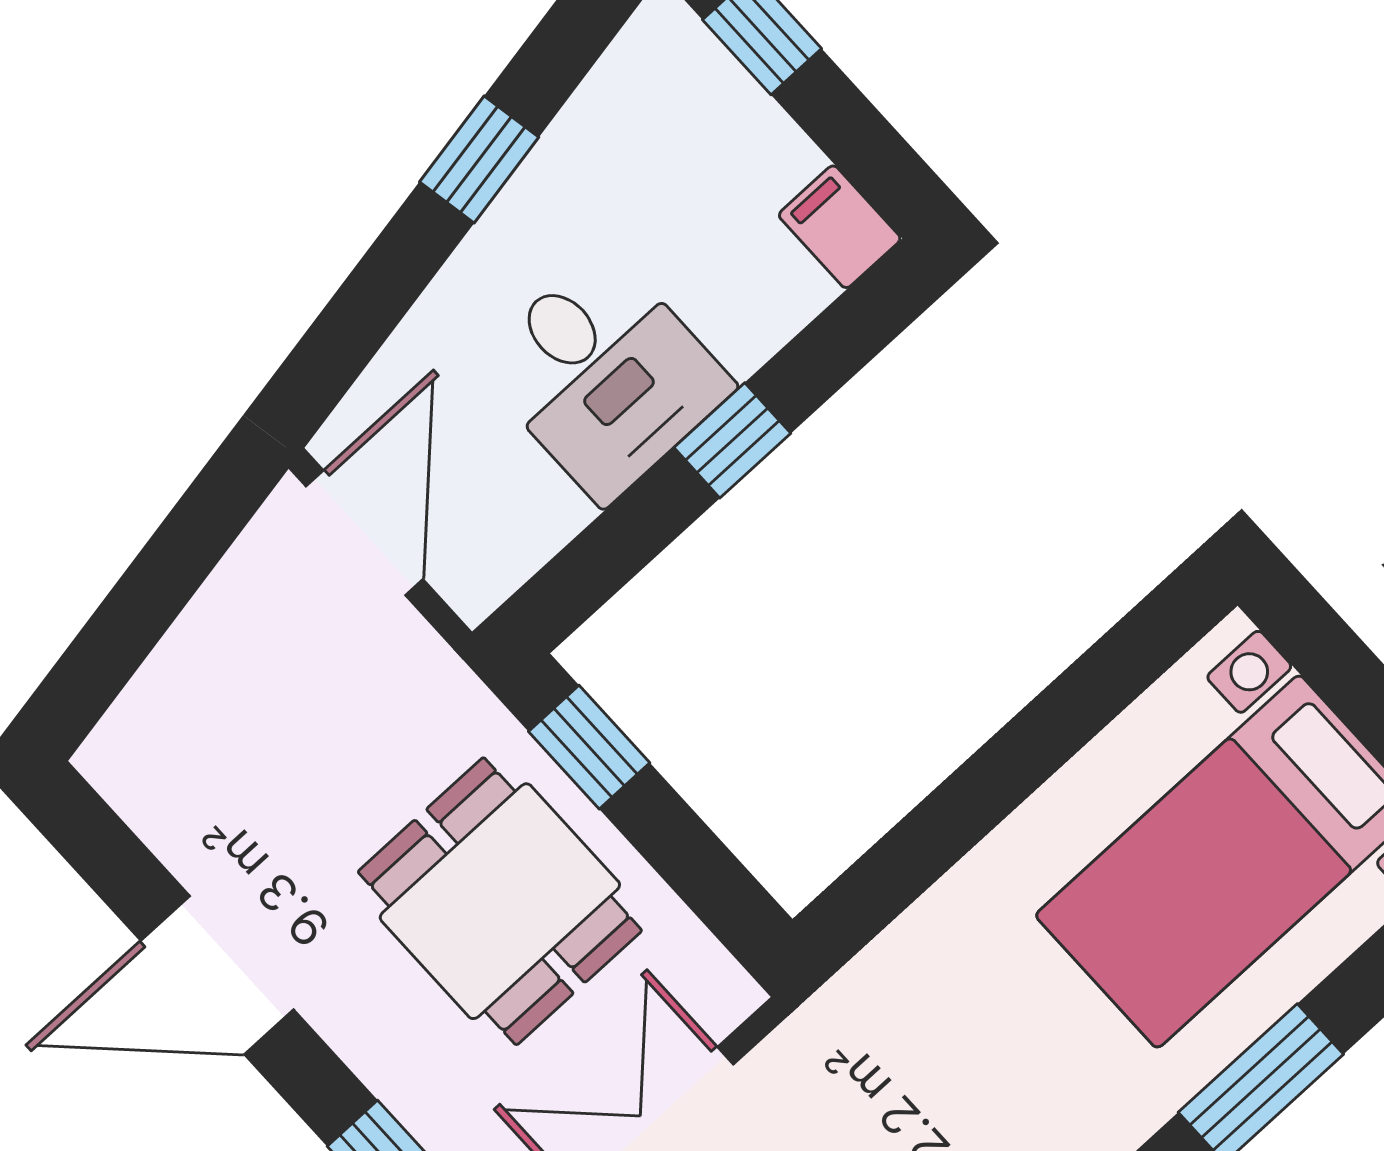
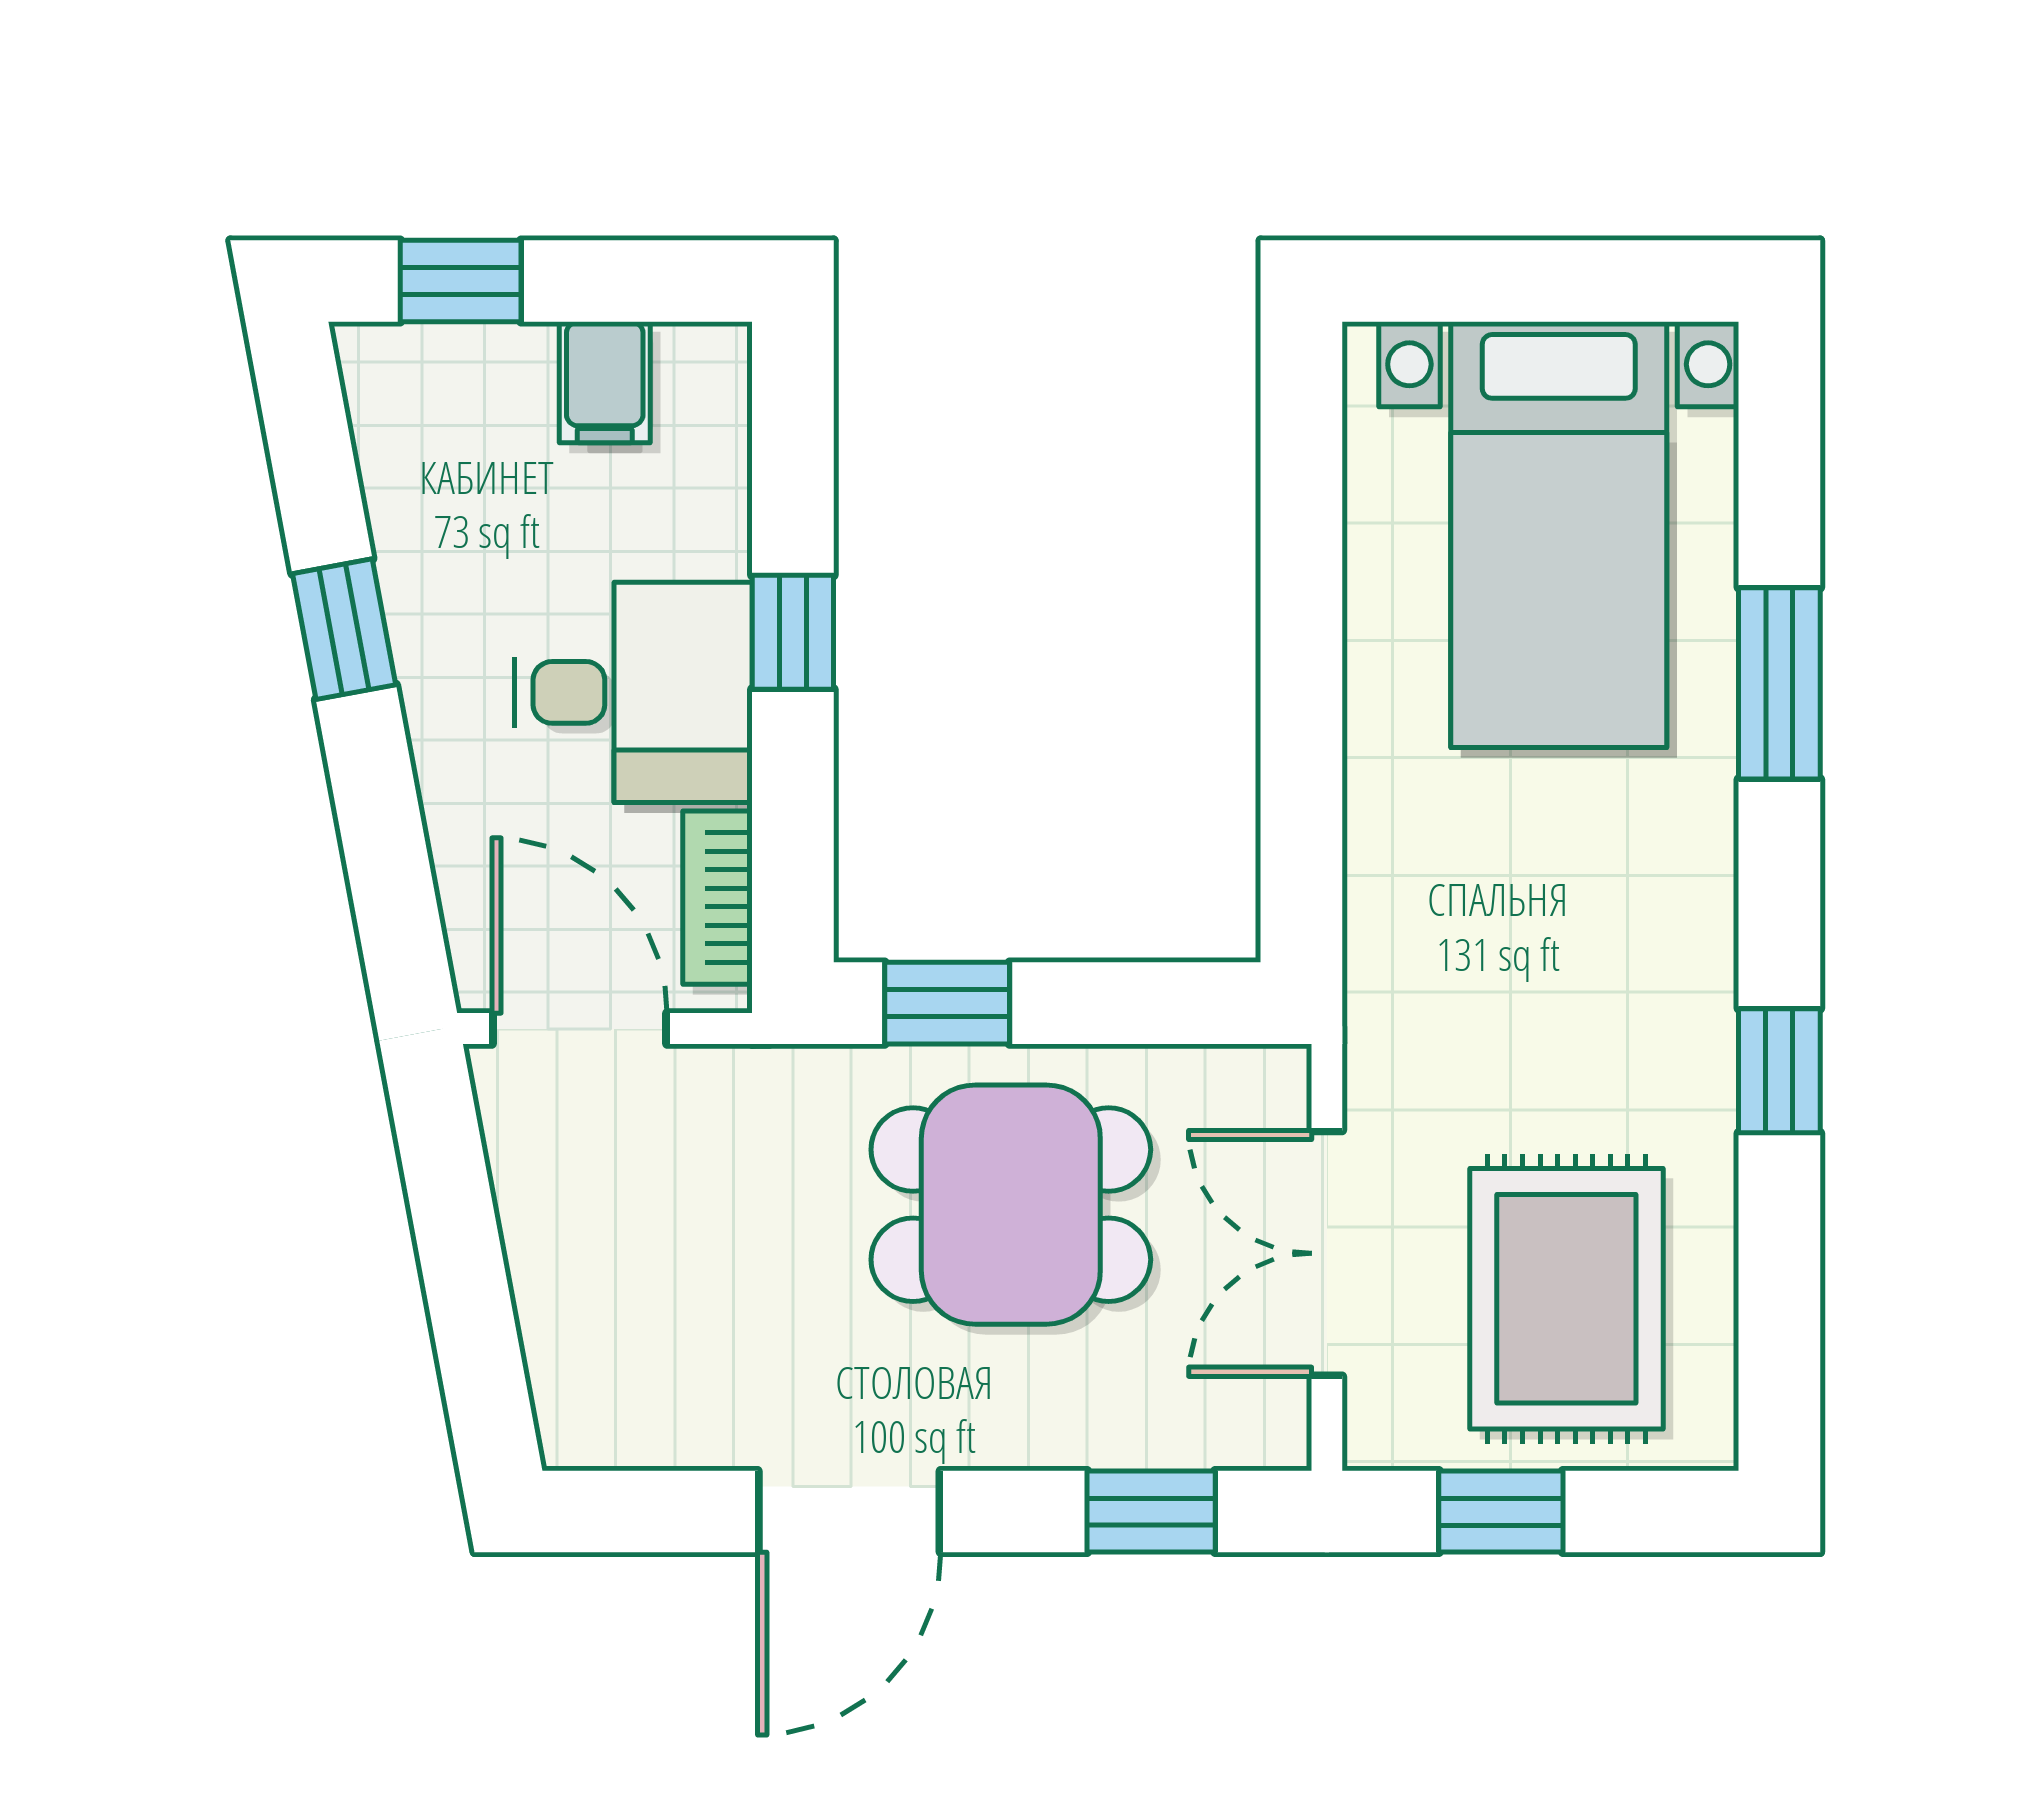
filing cabinet: (840, 227) -> (605, 382), moved, turned -90
bookcase: (524, 544) -> (717, 898), added

